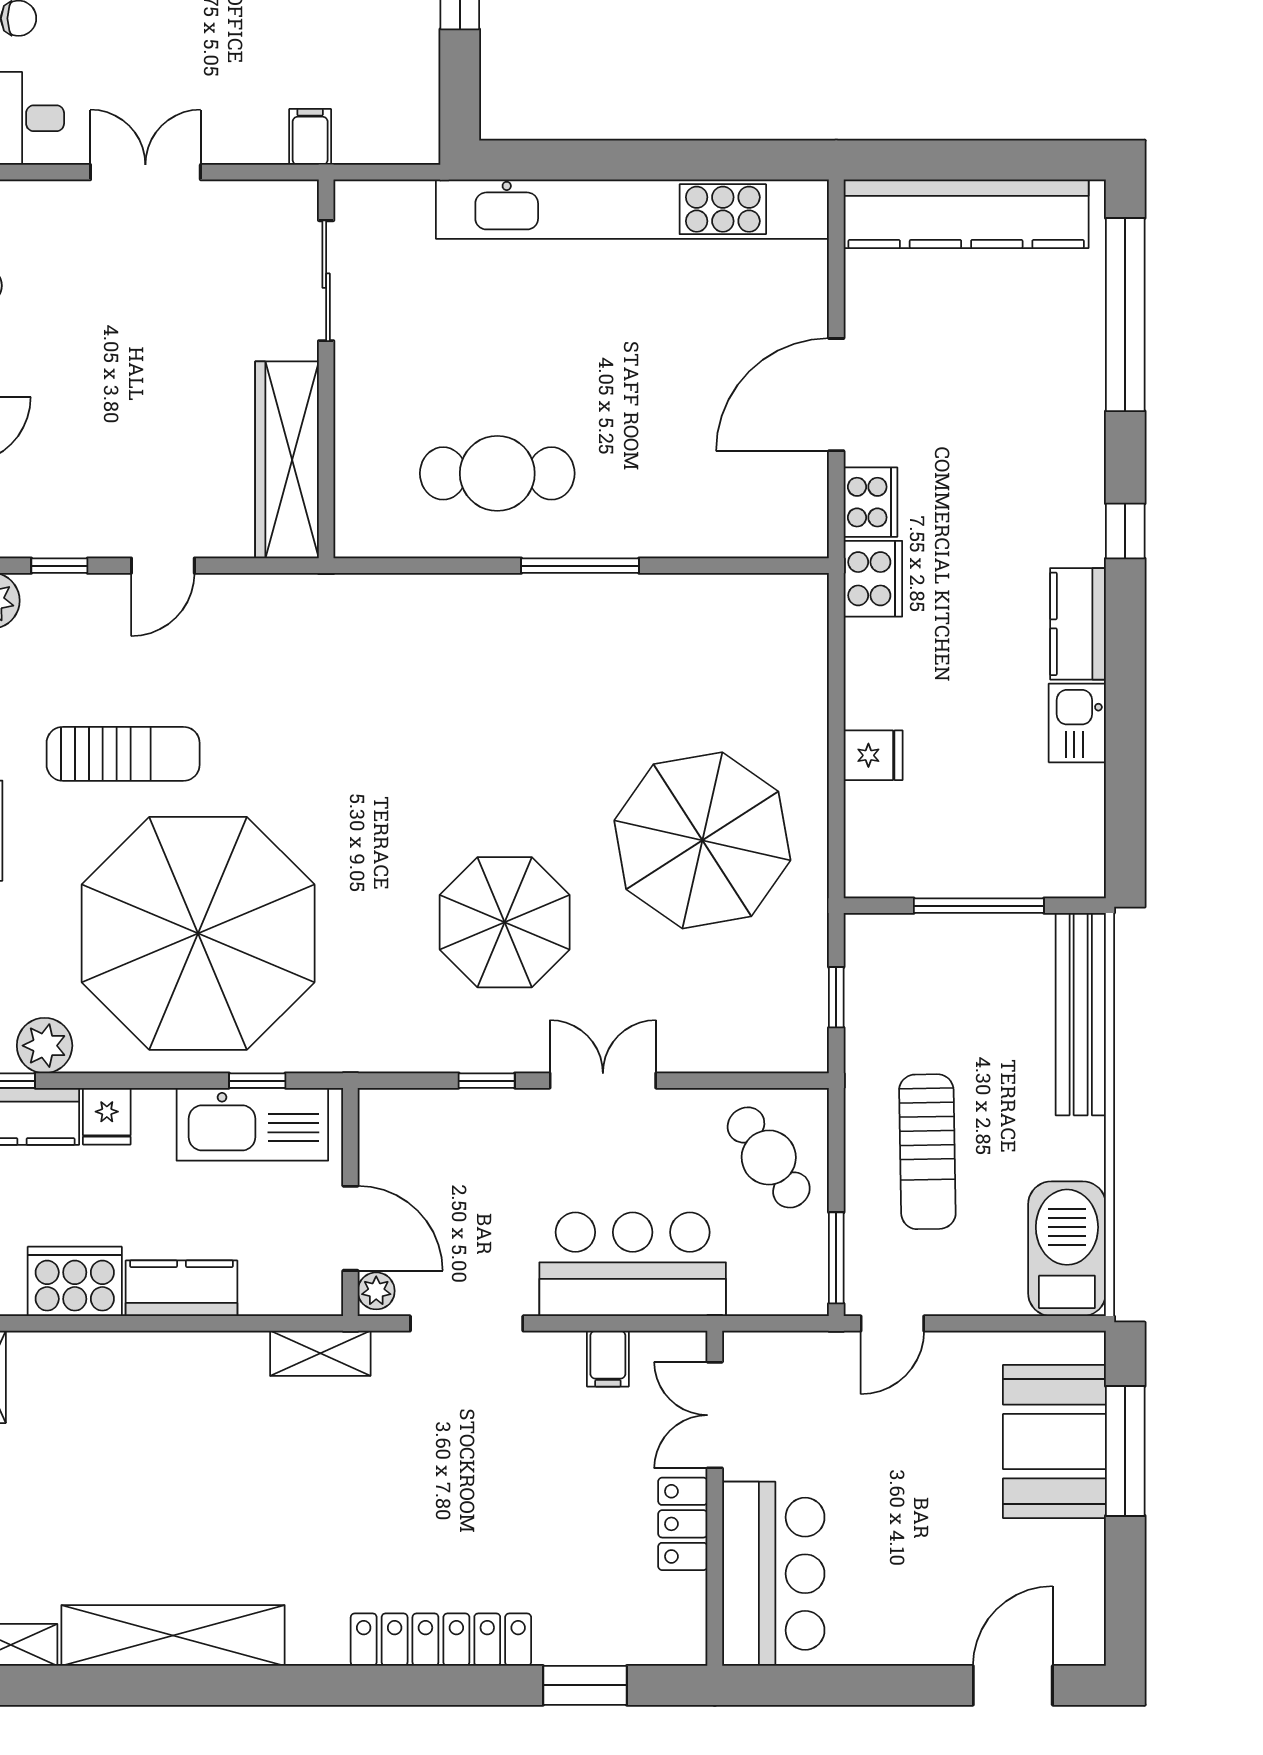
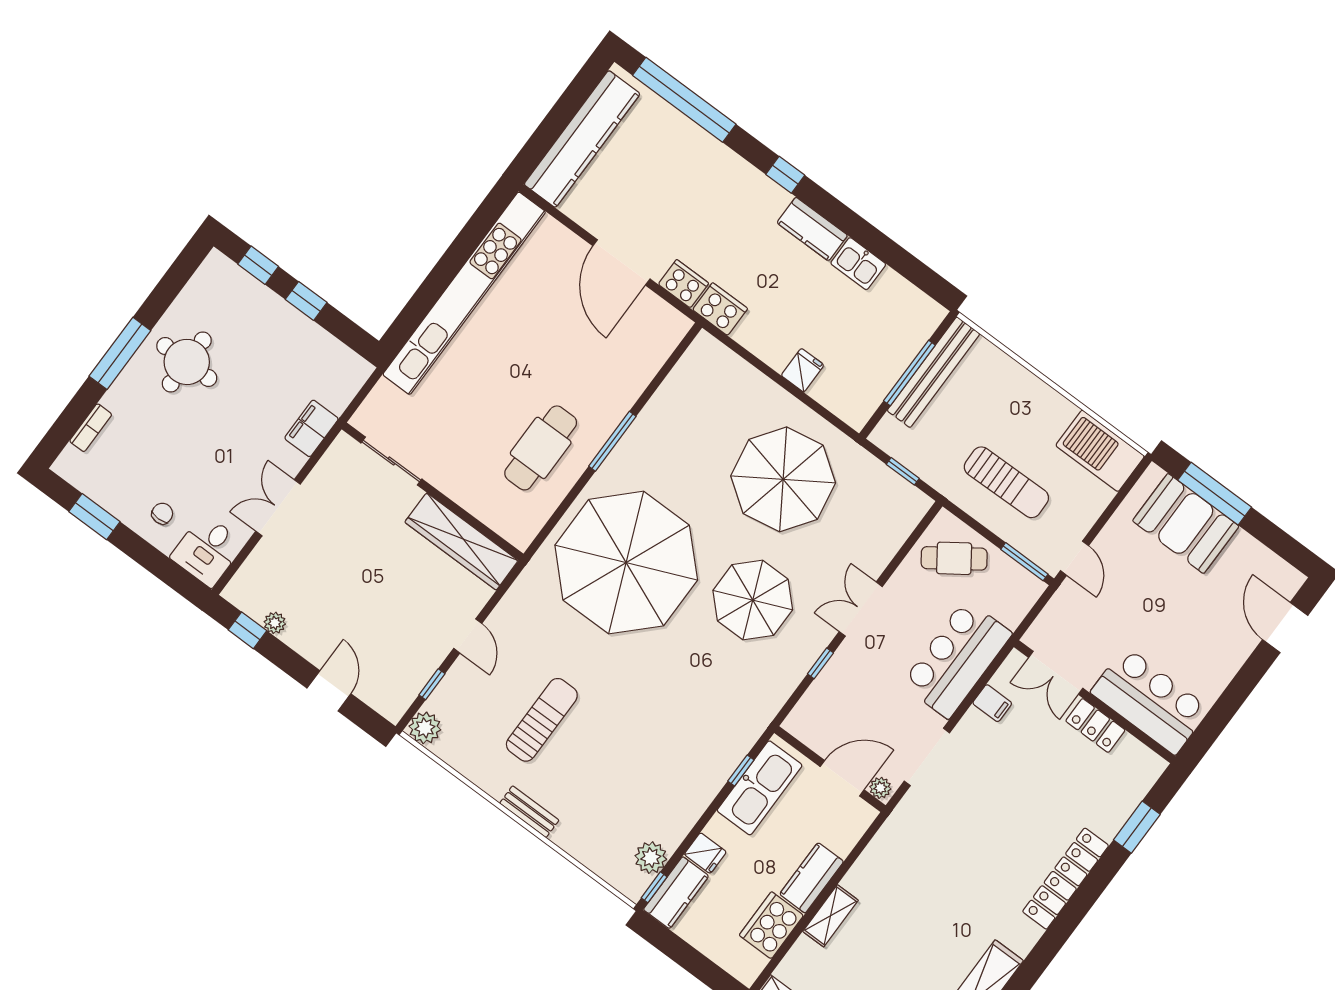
filing cabinet: (310, 137) -> (311, 428), width x2.00
parasol: (198, 933) -> (626, 563), moved
bench: (1081, 1014) -> (934, 372), moved, turned 90
shelving: (320, 1353) -> (831, 916), moved

